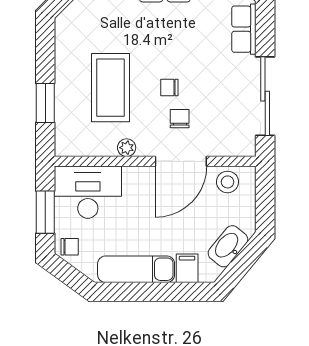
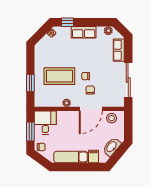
coffee table: (111, 88) -> (59, 76), turned 90
desk: (88, 192) -> (45, 123), width x0.73

